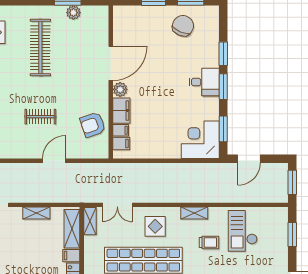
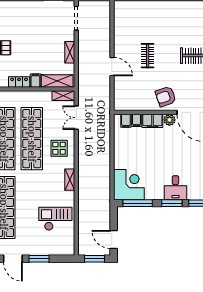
armchair: (93, 125) -> (166, 96), moved, turned -90
window: (223, 129) -> (138, 203), width x1.44
door: (249, 159) -> (114, 239), moved
window: (292, 234) -> (39, 259), moved
trolley: (209, 243) -> (46, 192), removed

